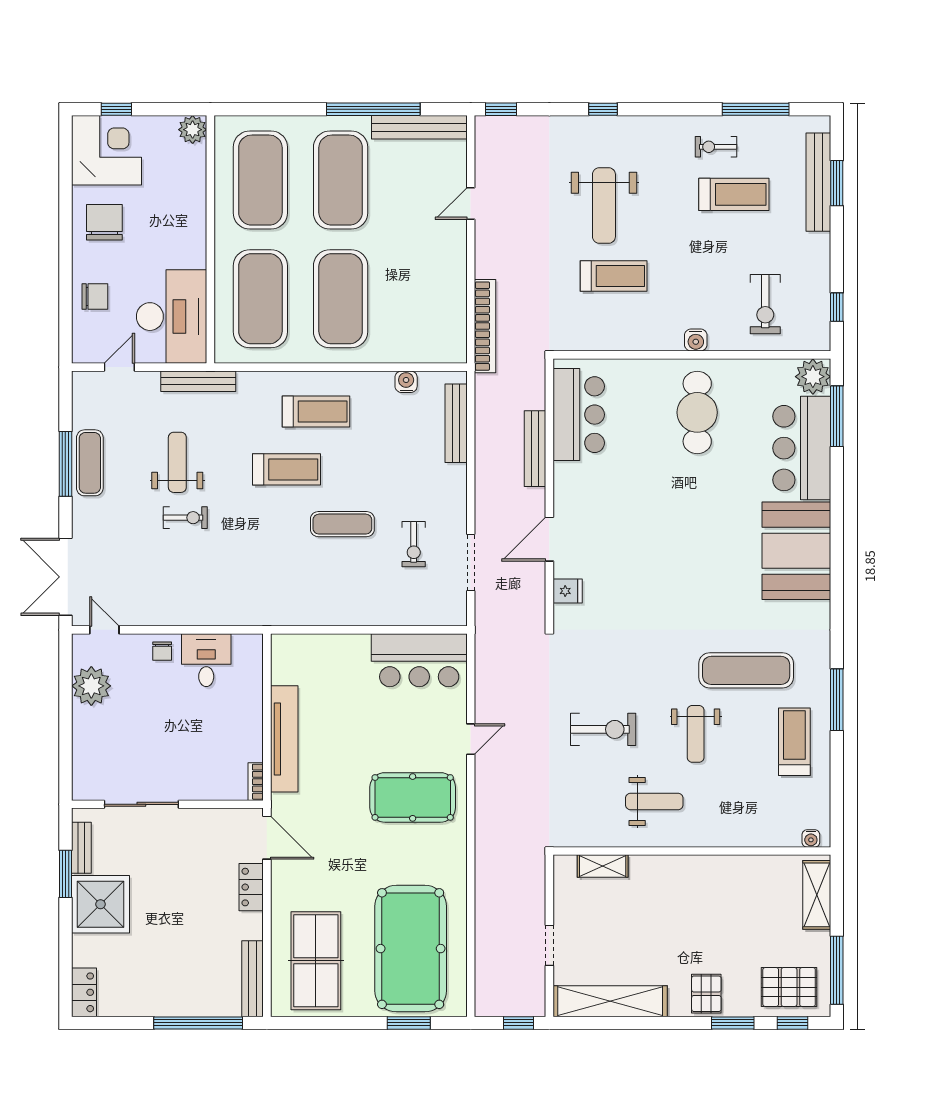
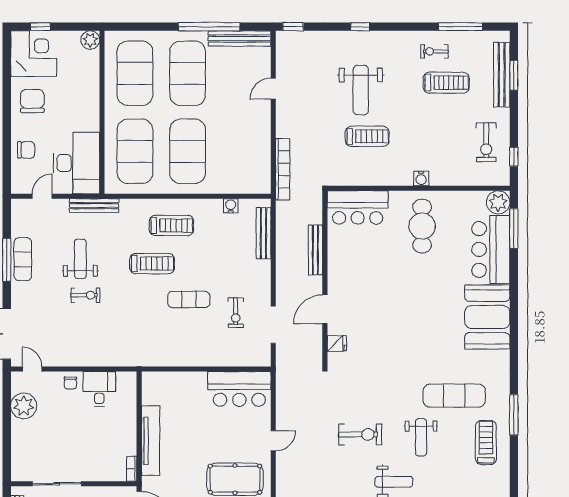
exercise bike: (765, 304) -> (486, 142), moved
bar counter: (579, 415) -> (358, 207), moved, turned 90

